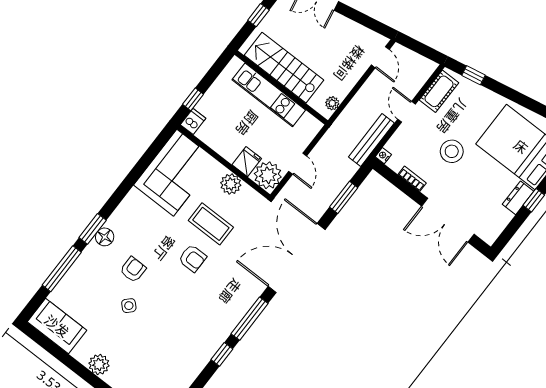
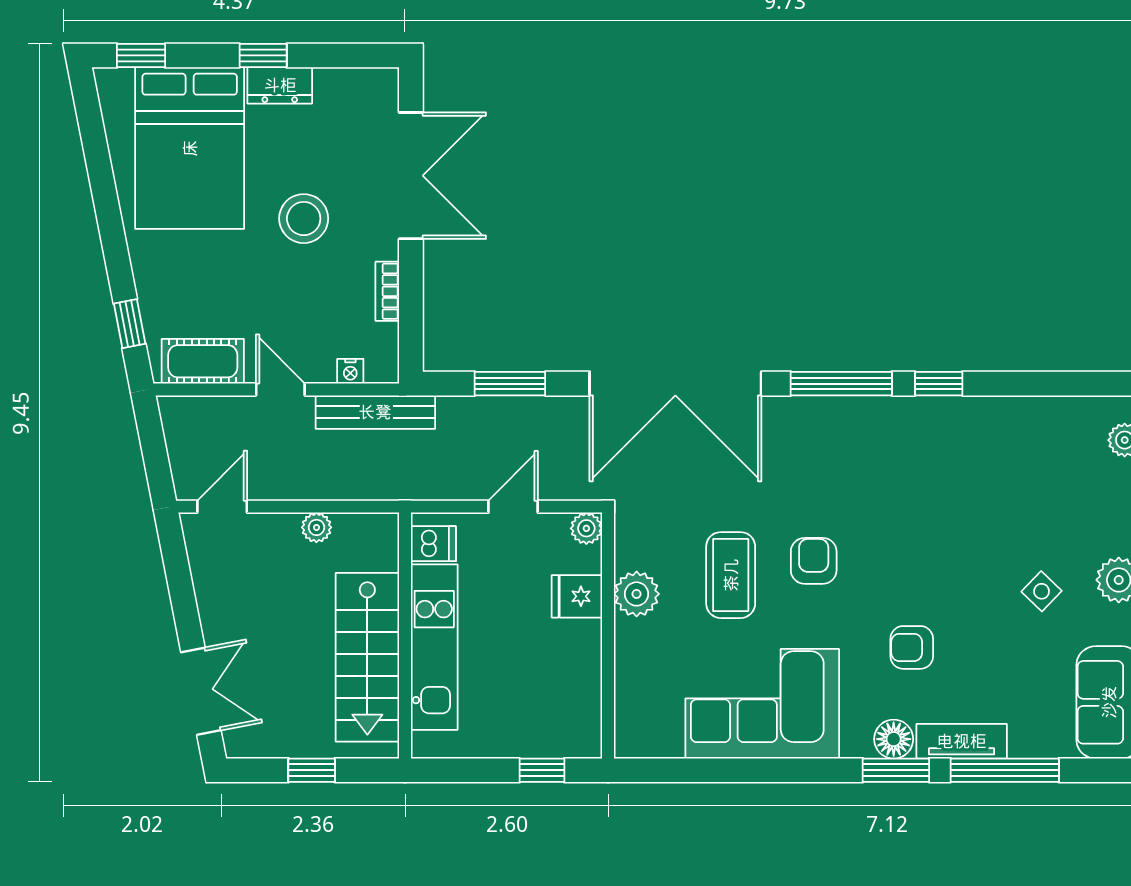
plant: (332, 103) -> (316, 527), moved
door: (407, 112) -> (280, 389), swing flipped
dishwasher: (193, 121) -> (433, 544), moved, turned 180
stool: (452, 151) -> (304, 219), moved
nightstand: (383, 156) -> (350, 371), moved
corner sofa: (175, 173) -> (762, 704), moved
plant: (268, 175) -> (586, 528), width x0.53, depth x0.53
tv unit: (85, 261) -> (962, 741), added
side table: (129, 306) -> (1042, 591), moved

